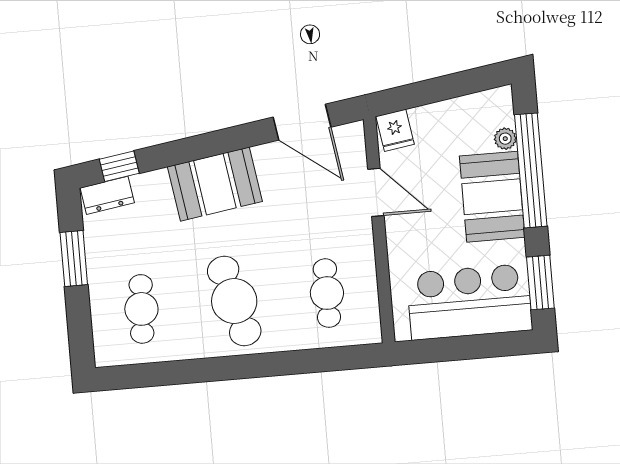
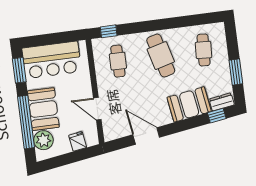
door: (302, 122) -> (146, 136), moved
fridge: (395, 130) -> (78, 141), moved
plant: (505, 139) -> (43, 140), width x1.88, depth x1.88
booth: (215, 184) -> (189, 104), moved
window: (344, 358) -> (109, 31), added

